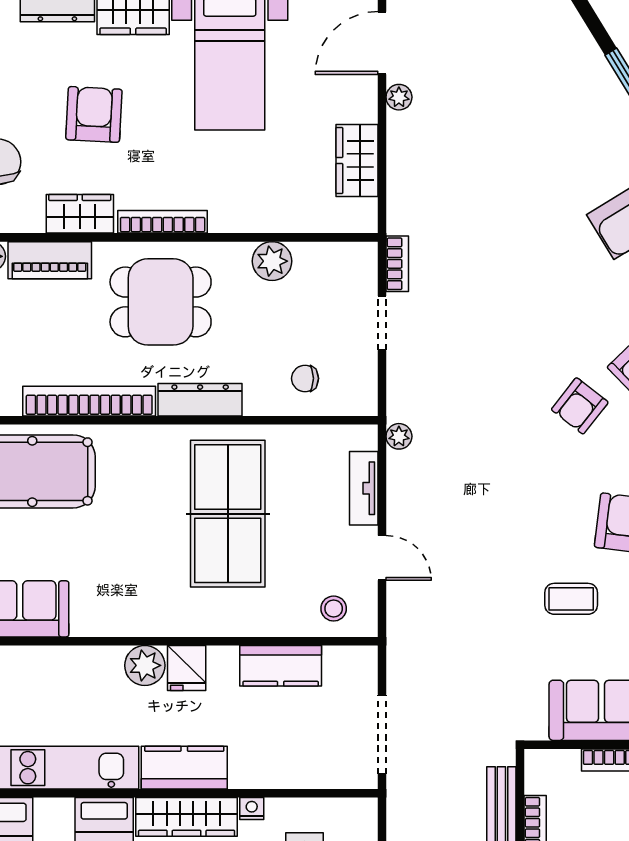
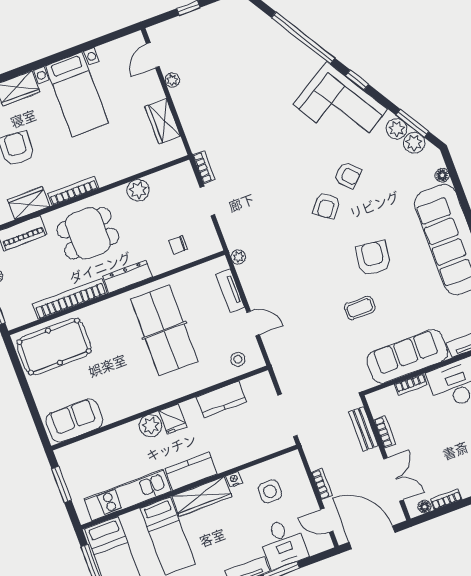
door: (382, 43) -> (153, 55), width x0.73

